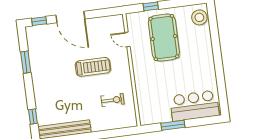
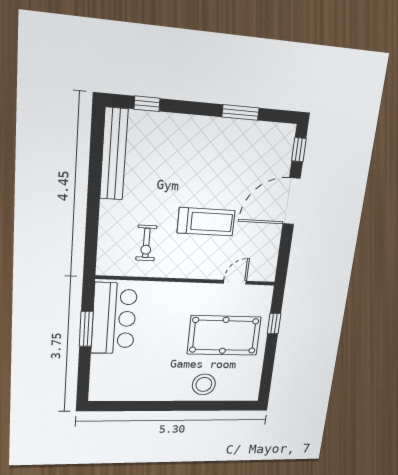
stool: (199, 17) -> (204, 384), moved
treadmill: (93, 67) -> (206, 222), turned -90
bar counter: (194, 106) -> (114, 319), moved

